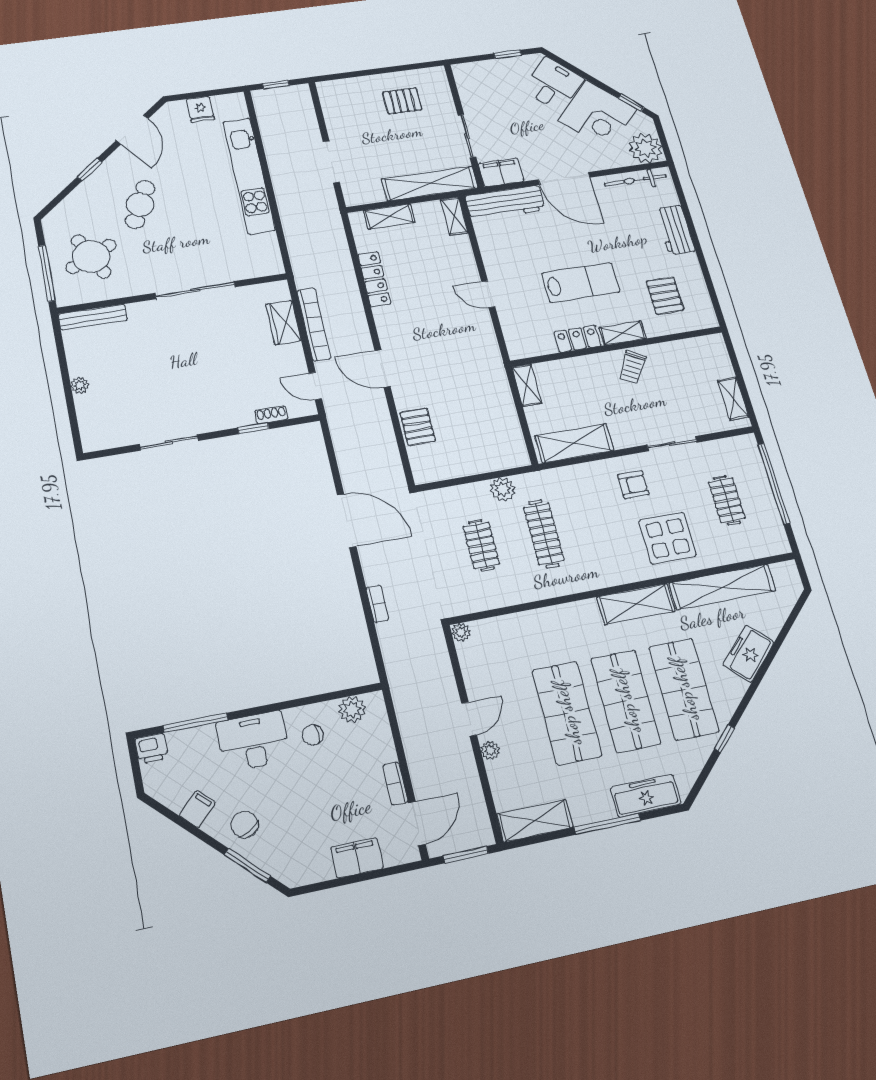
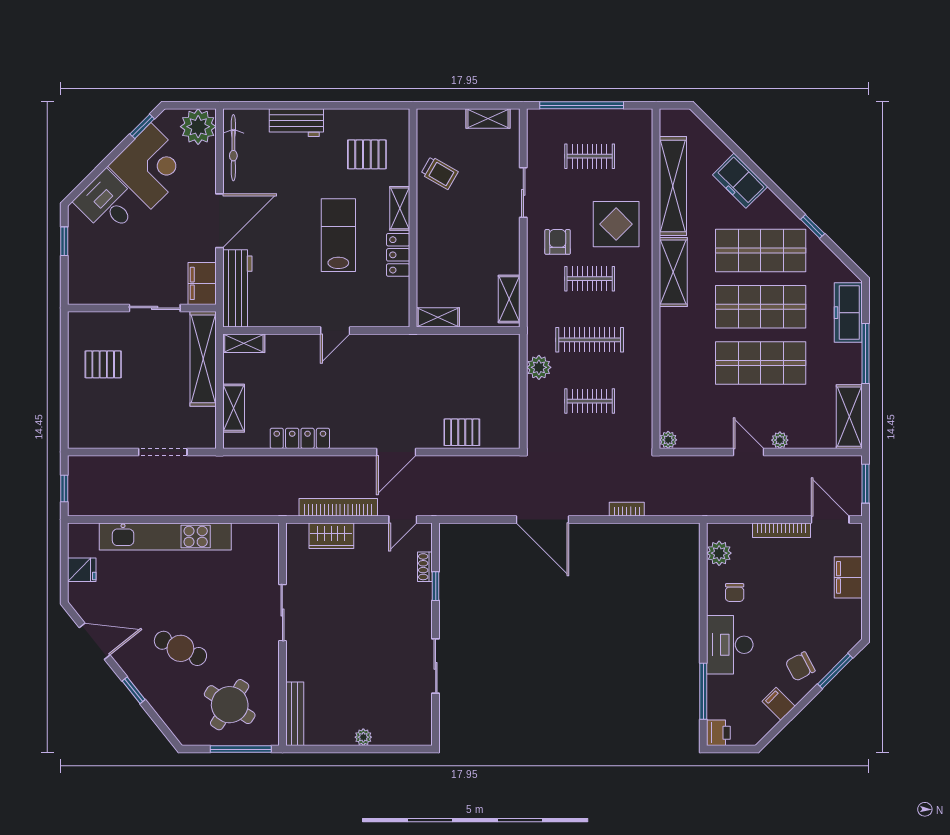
pallet: (402, 101) -> (103, 364), turned 90
round table: (91, 256) -> (230, 705), turned -31
sliding door: (195, 290) -> (282, 613), width x0.73
trolley: (632, 367) -> (439, 173), moved
shelving: (574, 443) -> (509, 299), width x0.67, depth x0.75
door: (347, 521) -> (543, 519), swing flipped
clothes rail: (606, 522) -> (590, 279), added
bookcase: (395, 783) -> (781, 530), width x1.56

